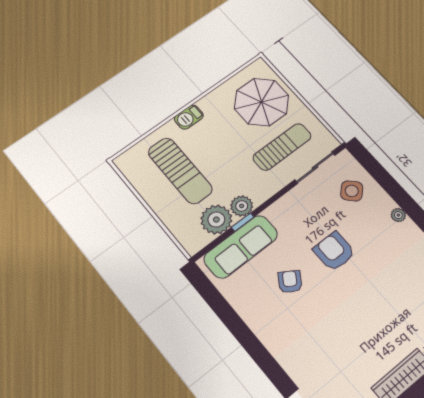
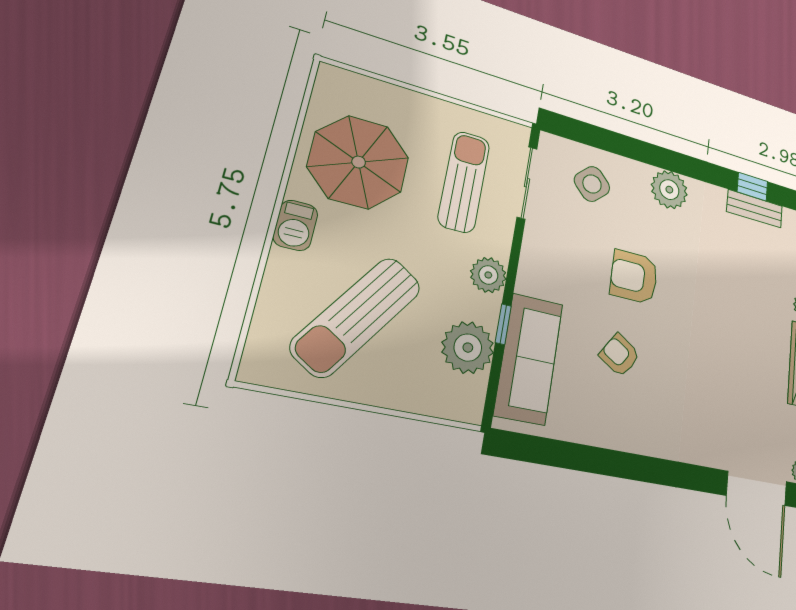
parasol: (262, 102) -> (359, 162), moved
sun lounger: (180, 171) -> (357, 317), turned 124
plant: (242, 206) -> (488, 275), moved
plant: (398, 215) -> (669, 190), width x1.88, depth x1.88

